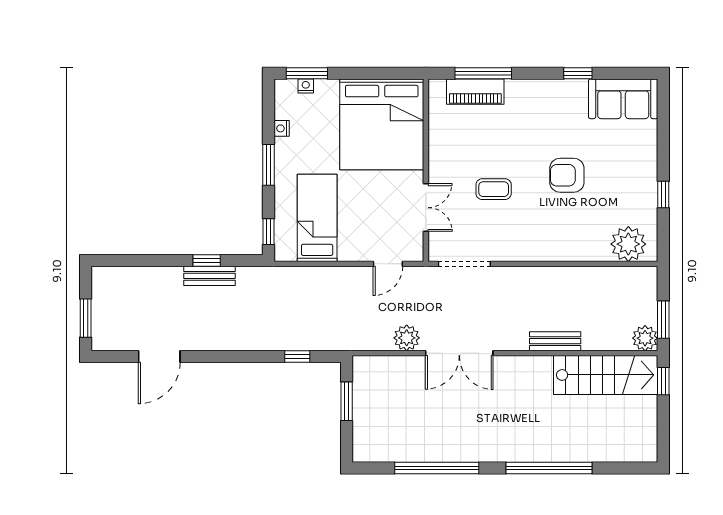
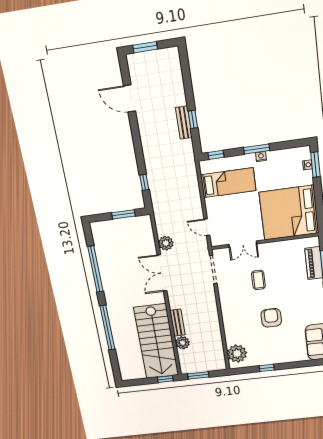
nightstand: (282, 128) -> (261, 157), moved
plant: (645, 338) -> (183, 343), moved
stairs: (606, 375) -> (156, 342), width x1.36, depth x1.51

